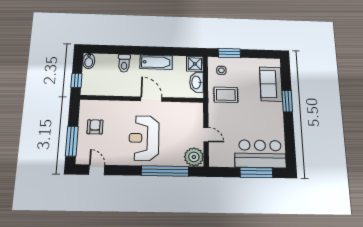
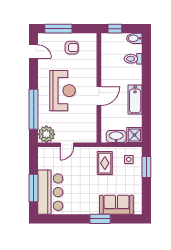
toilet: (124, 63) -> (133, 59), moved
reception desk: (144, 138) -> (63, 91), turned 90
door: (97, 170) -> (34, 51), hinge flipped

